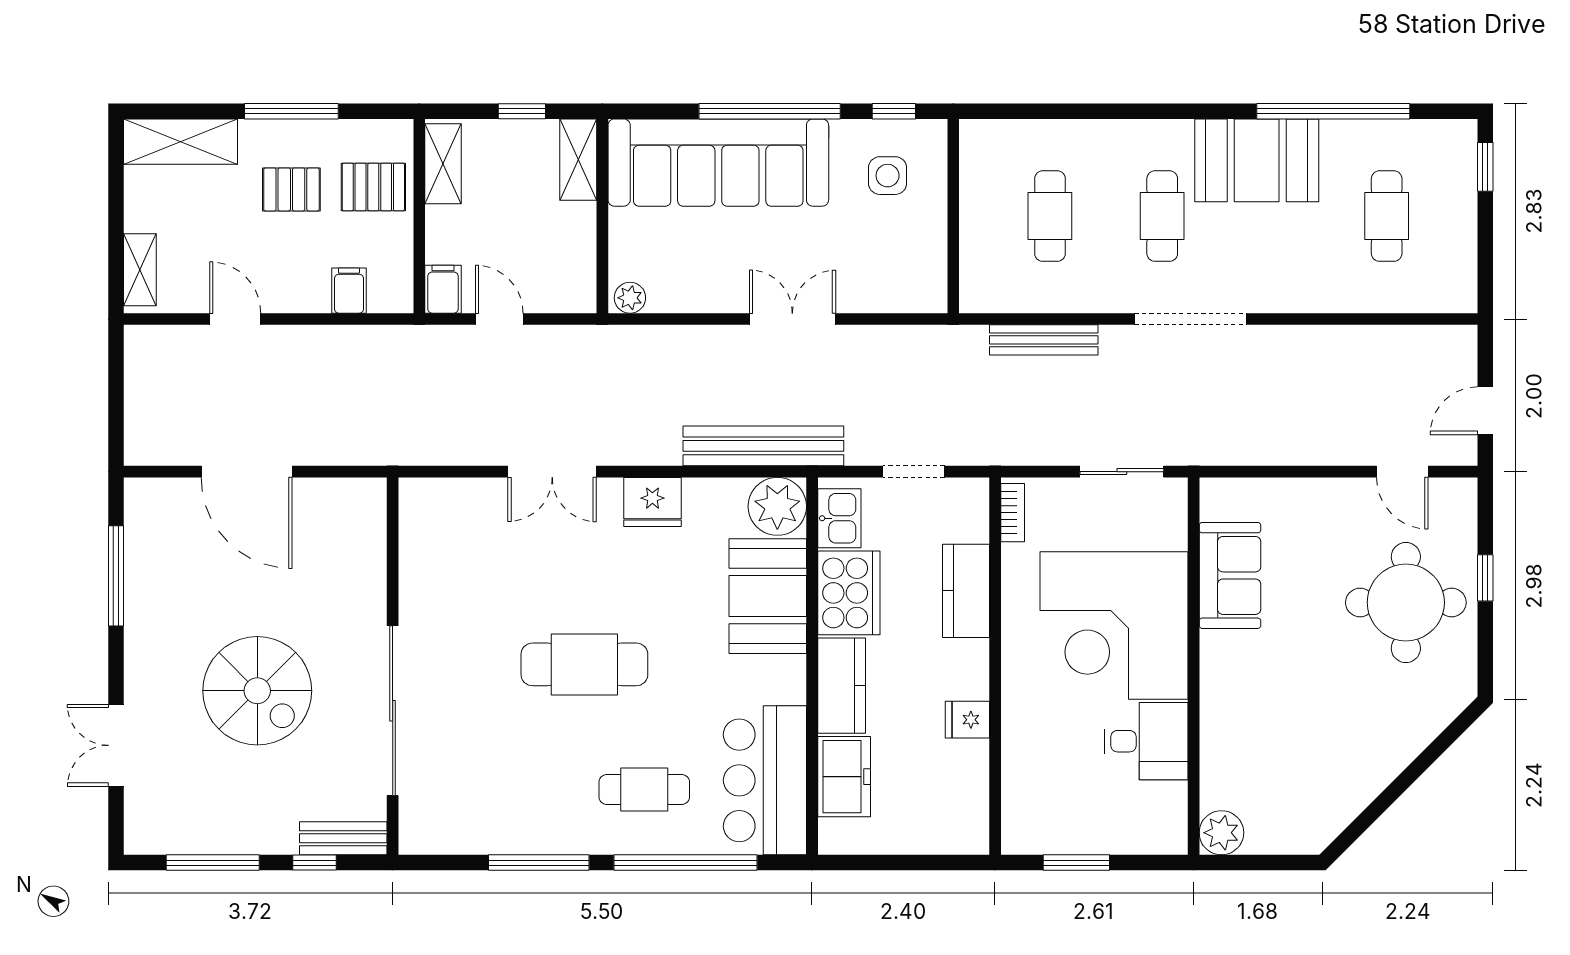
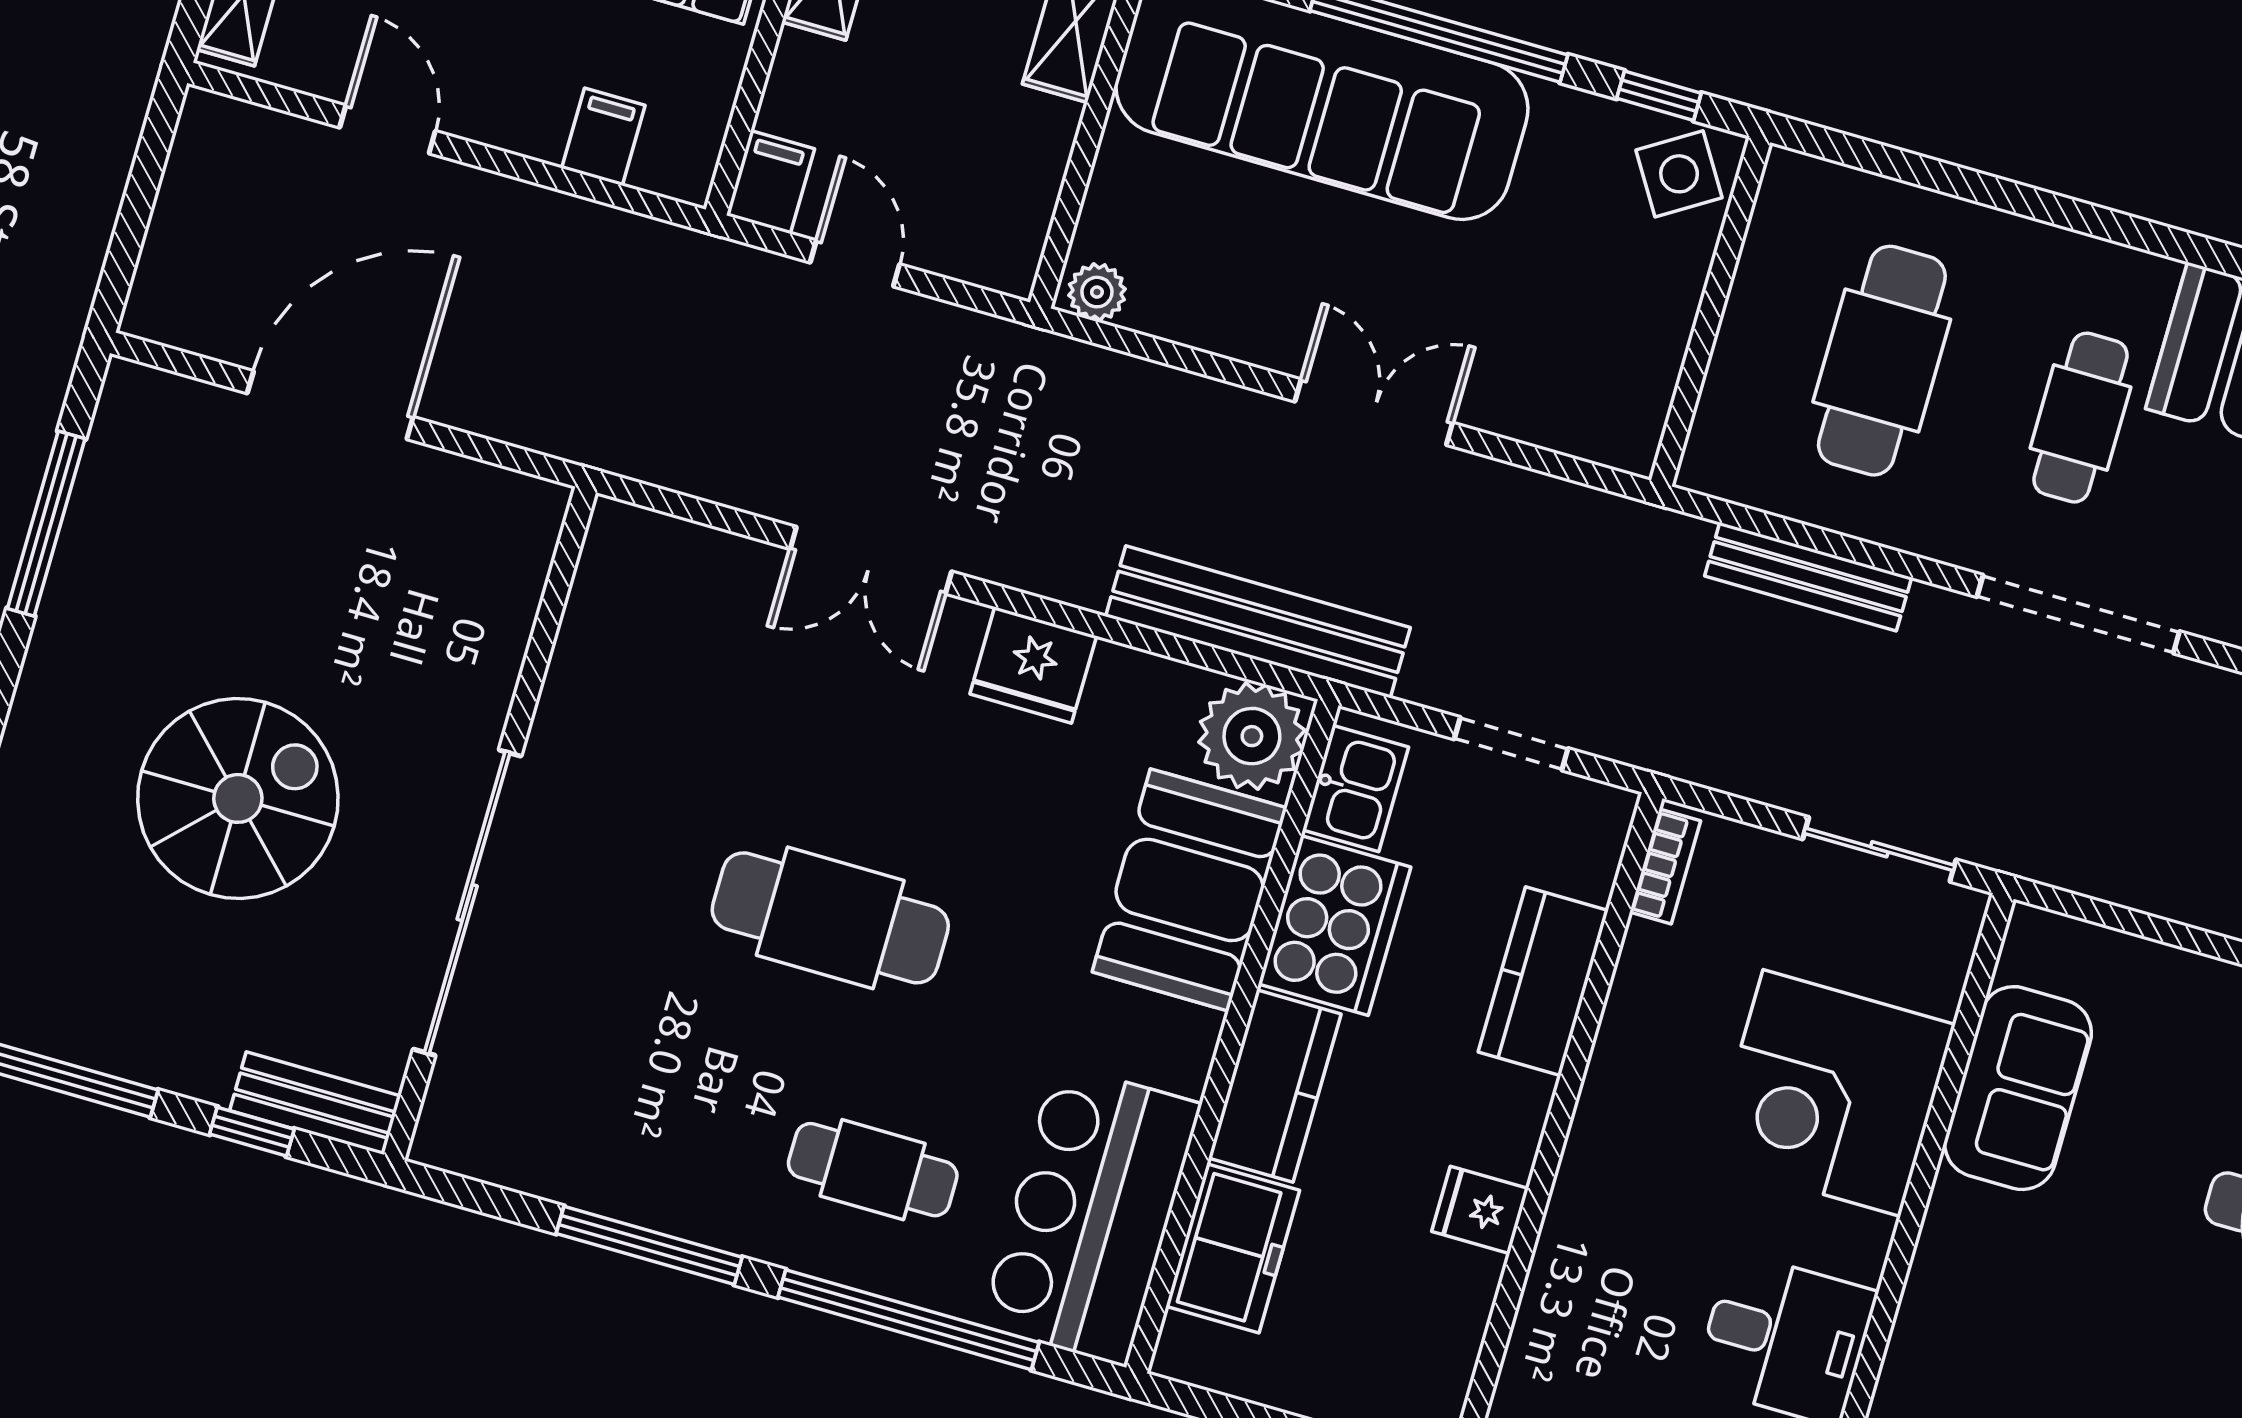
side table: (888, 176) -> (1679, 174), moved, turned -32
cafe table: (1050, 216) -> (1882, 361), width x1.37, depth x1.35
door: (247, 472) -> (330, 405), swing flipped
corner desk: (1114, 626) -> (1832, 1093), width x0.74, depth x0.74
spiral stairs: (257, 691) -> (238, 798), turned -90

